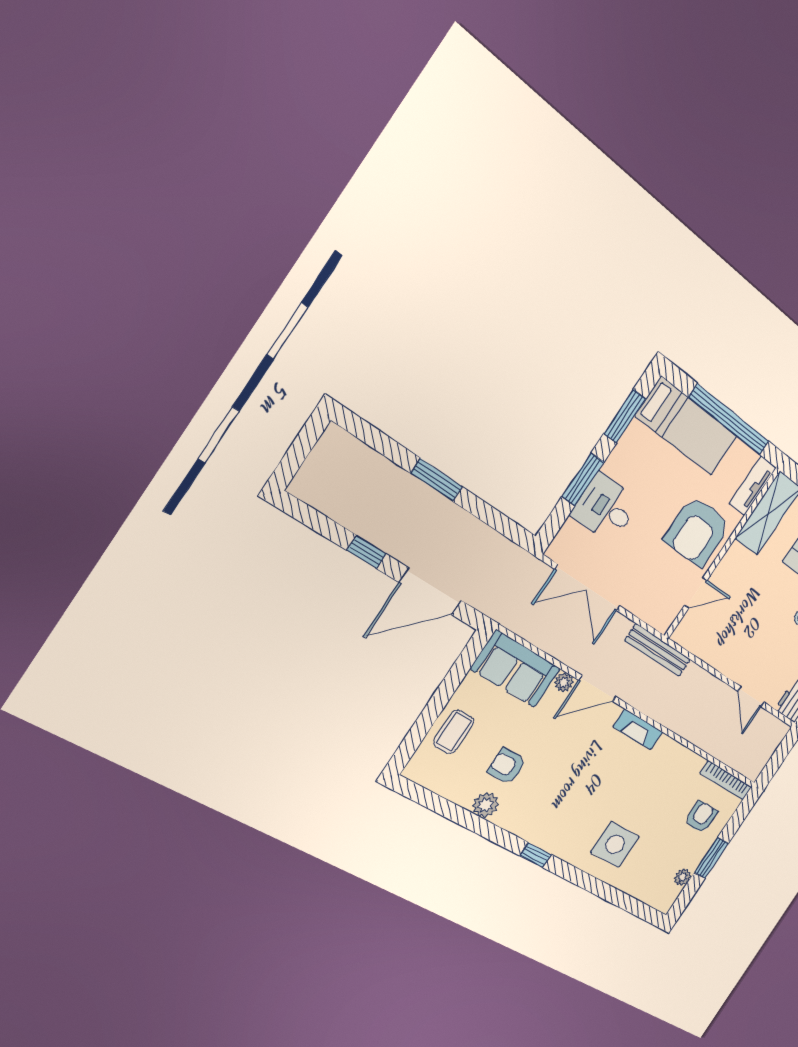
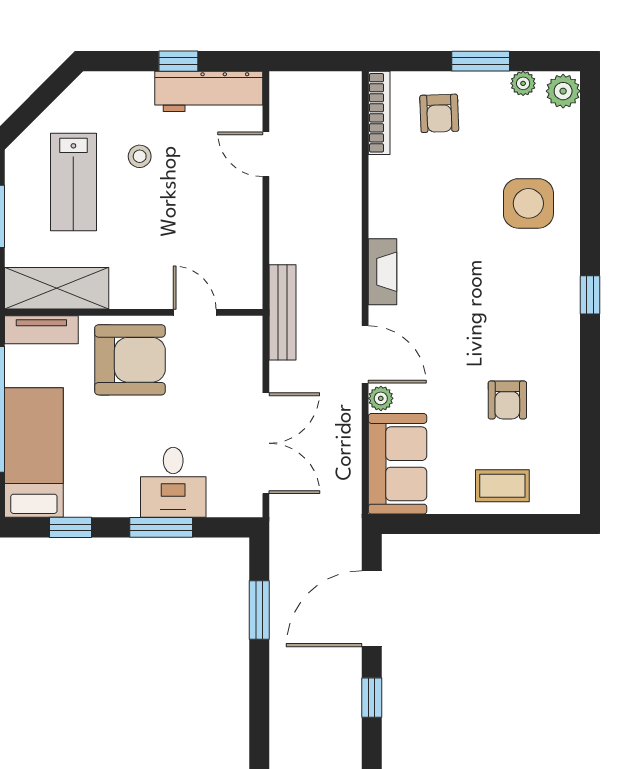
window: (625, 416) -> (70, 527), width x0.67
window: (437, 480) -> (259, 610), moved
door: (430, 591) -> (372, 609), swing flipped
door: (751, 697) -> (266, 154), swing flipped
plant: (485, 805) -> (563, 91), moved
armchair: (701, 817) -> (439, 113), turned -92

